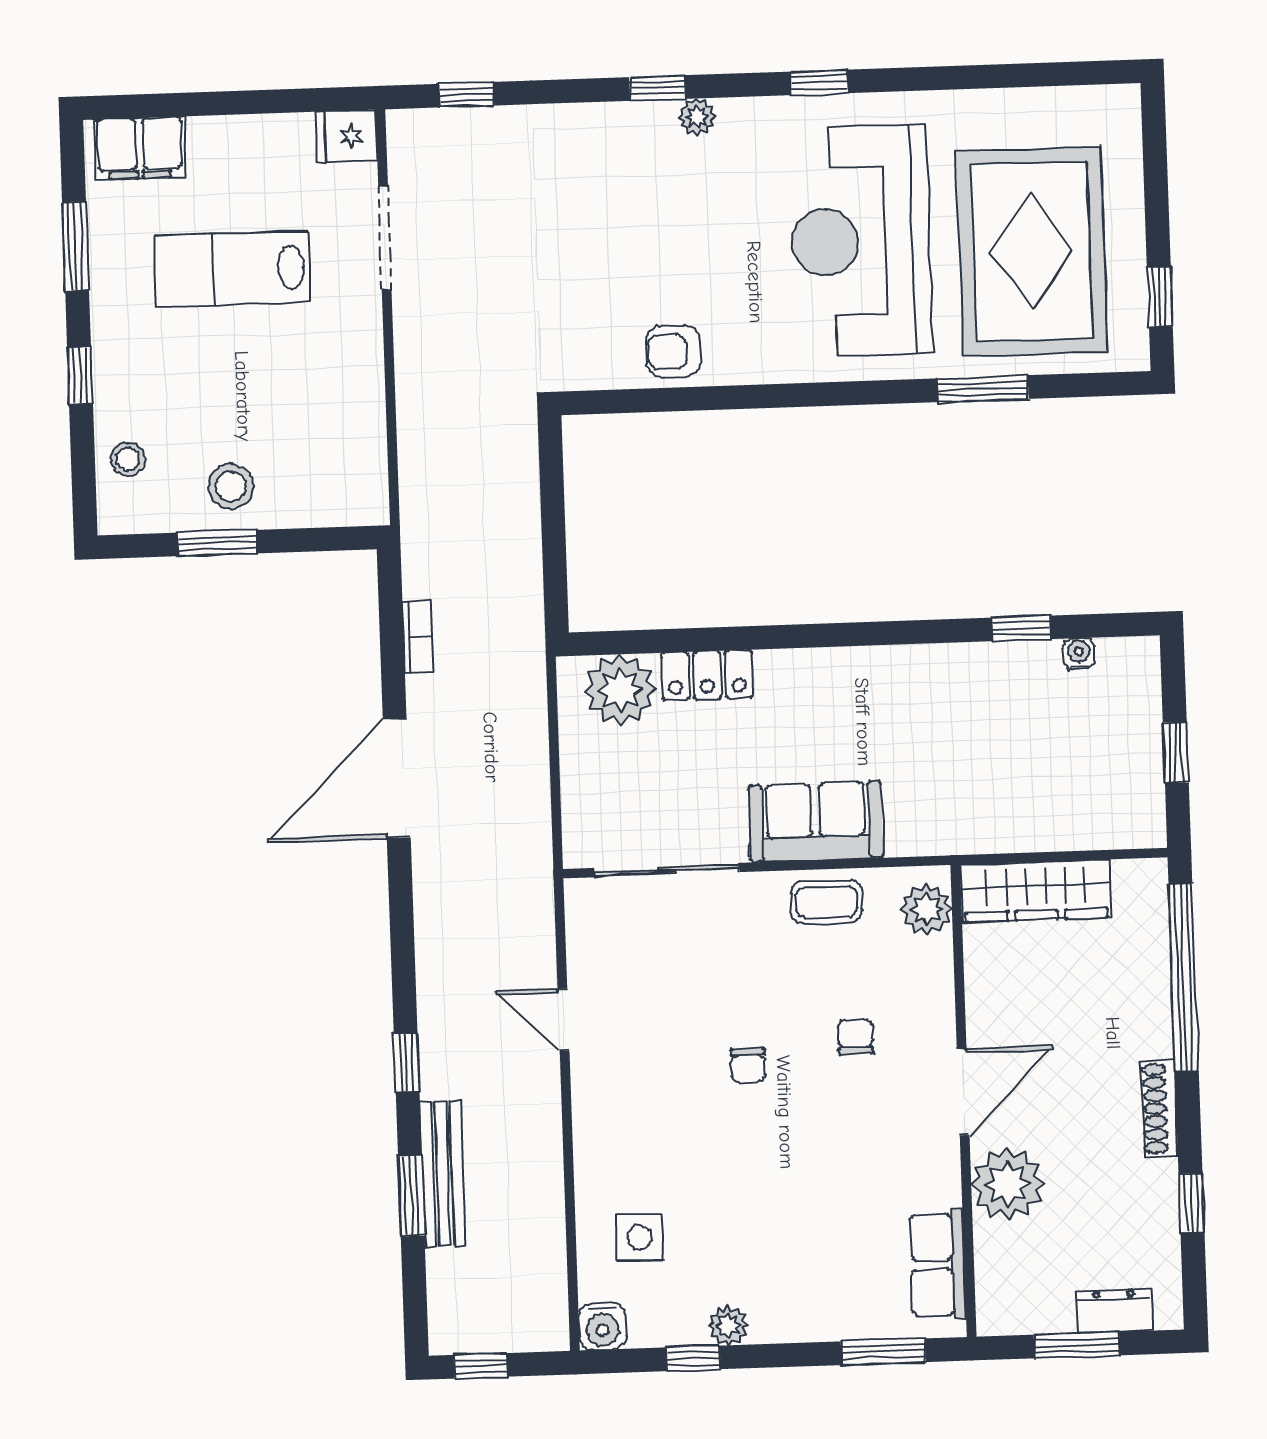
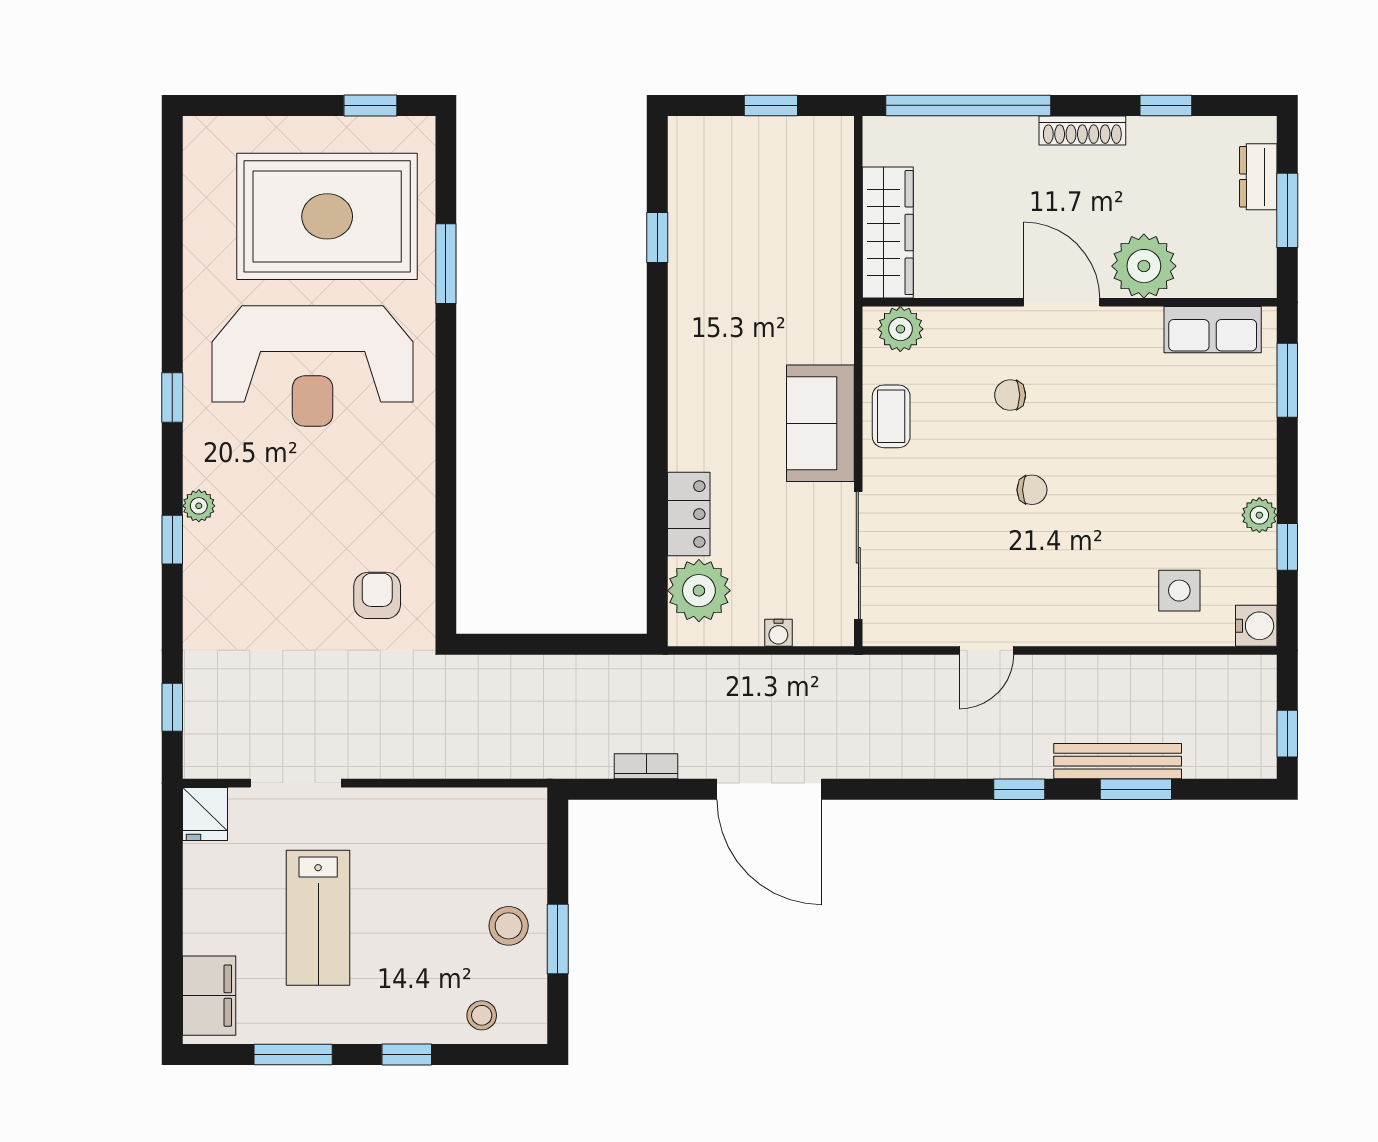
armchair: (674, 352) -> (377, 595), moved, turned 180
water cooler: (1079, 654) -> (778, 633), moved, turned -90

